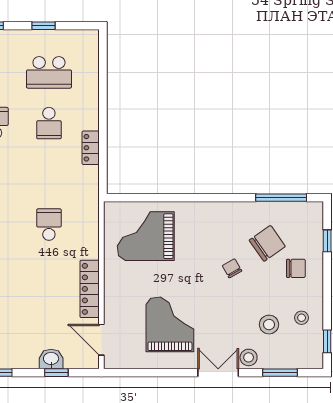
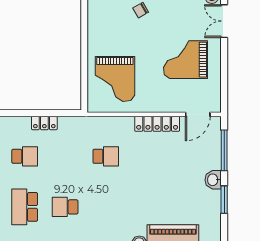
school desk: (49, 225) -> (106, 156), turned 180
washbasin: (51, 359) -> (213, 180), moved
window: (56, 373) -> (224, 150), width x2.17

